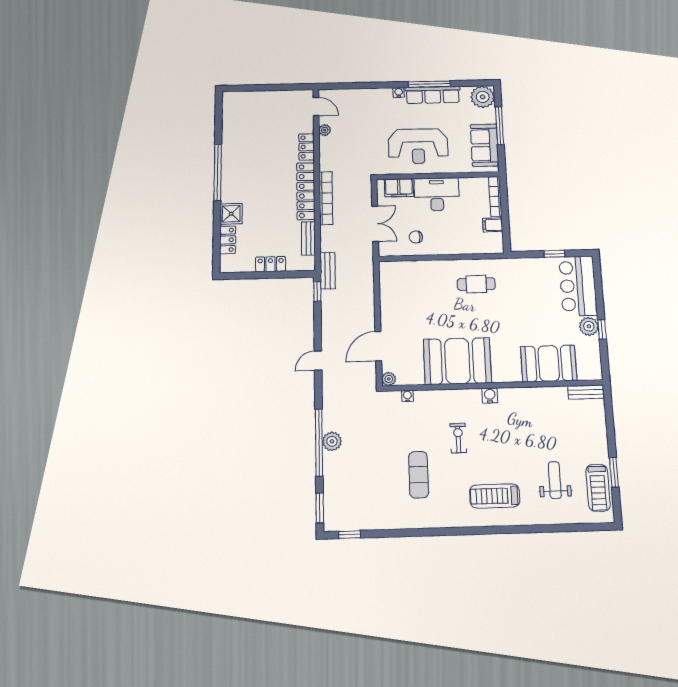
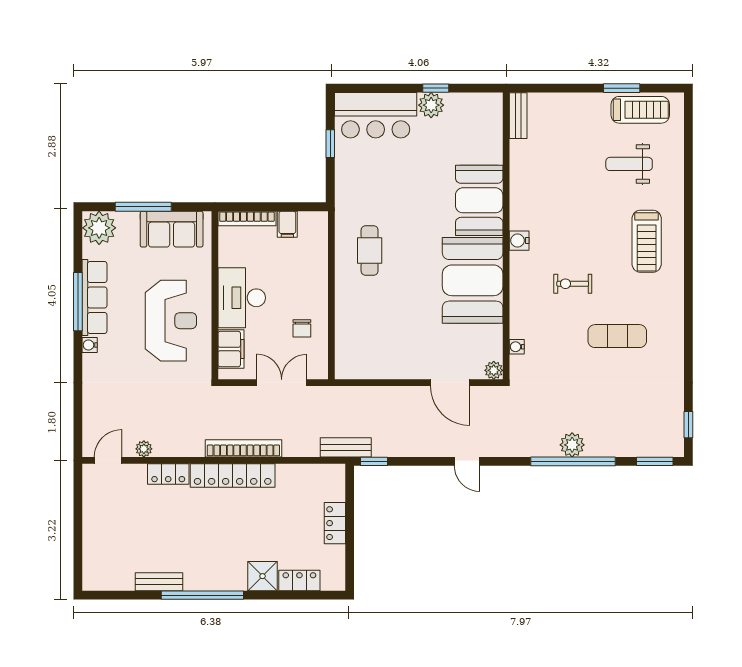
bench: (308, 238) -> (159, 582), moved
booth: (549, 363) -> (479, 200), moved

